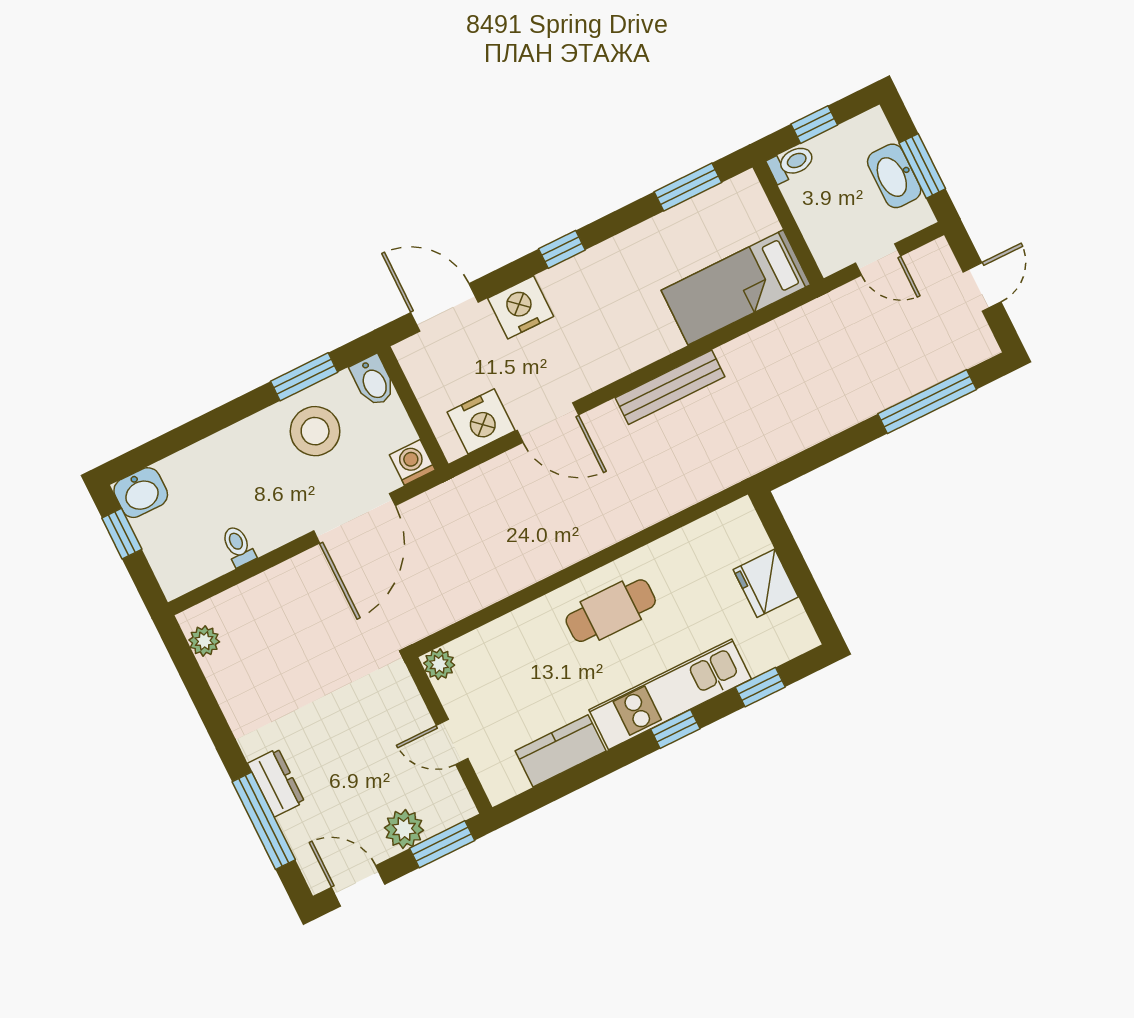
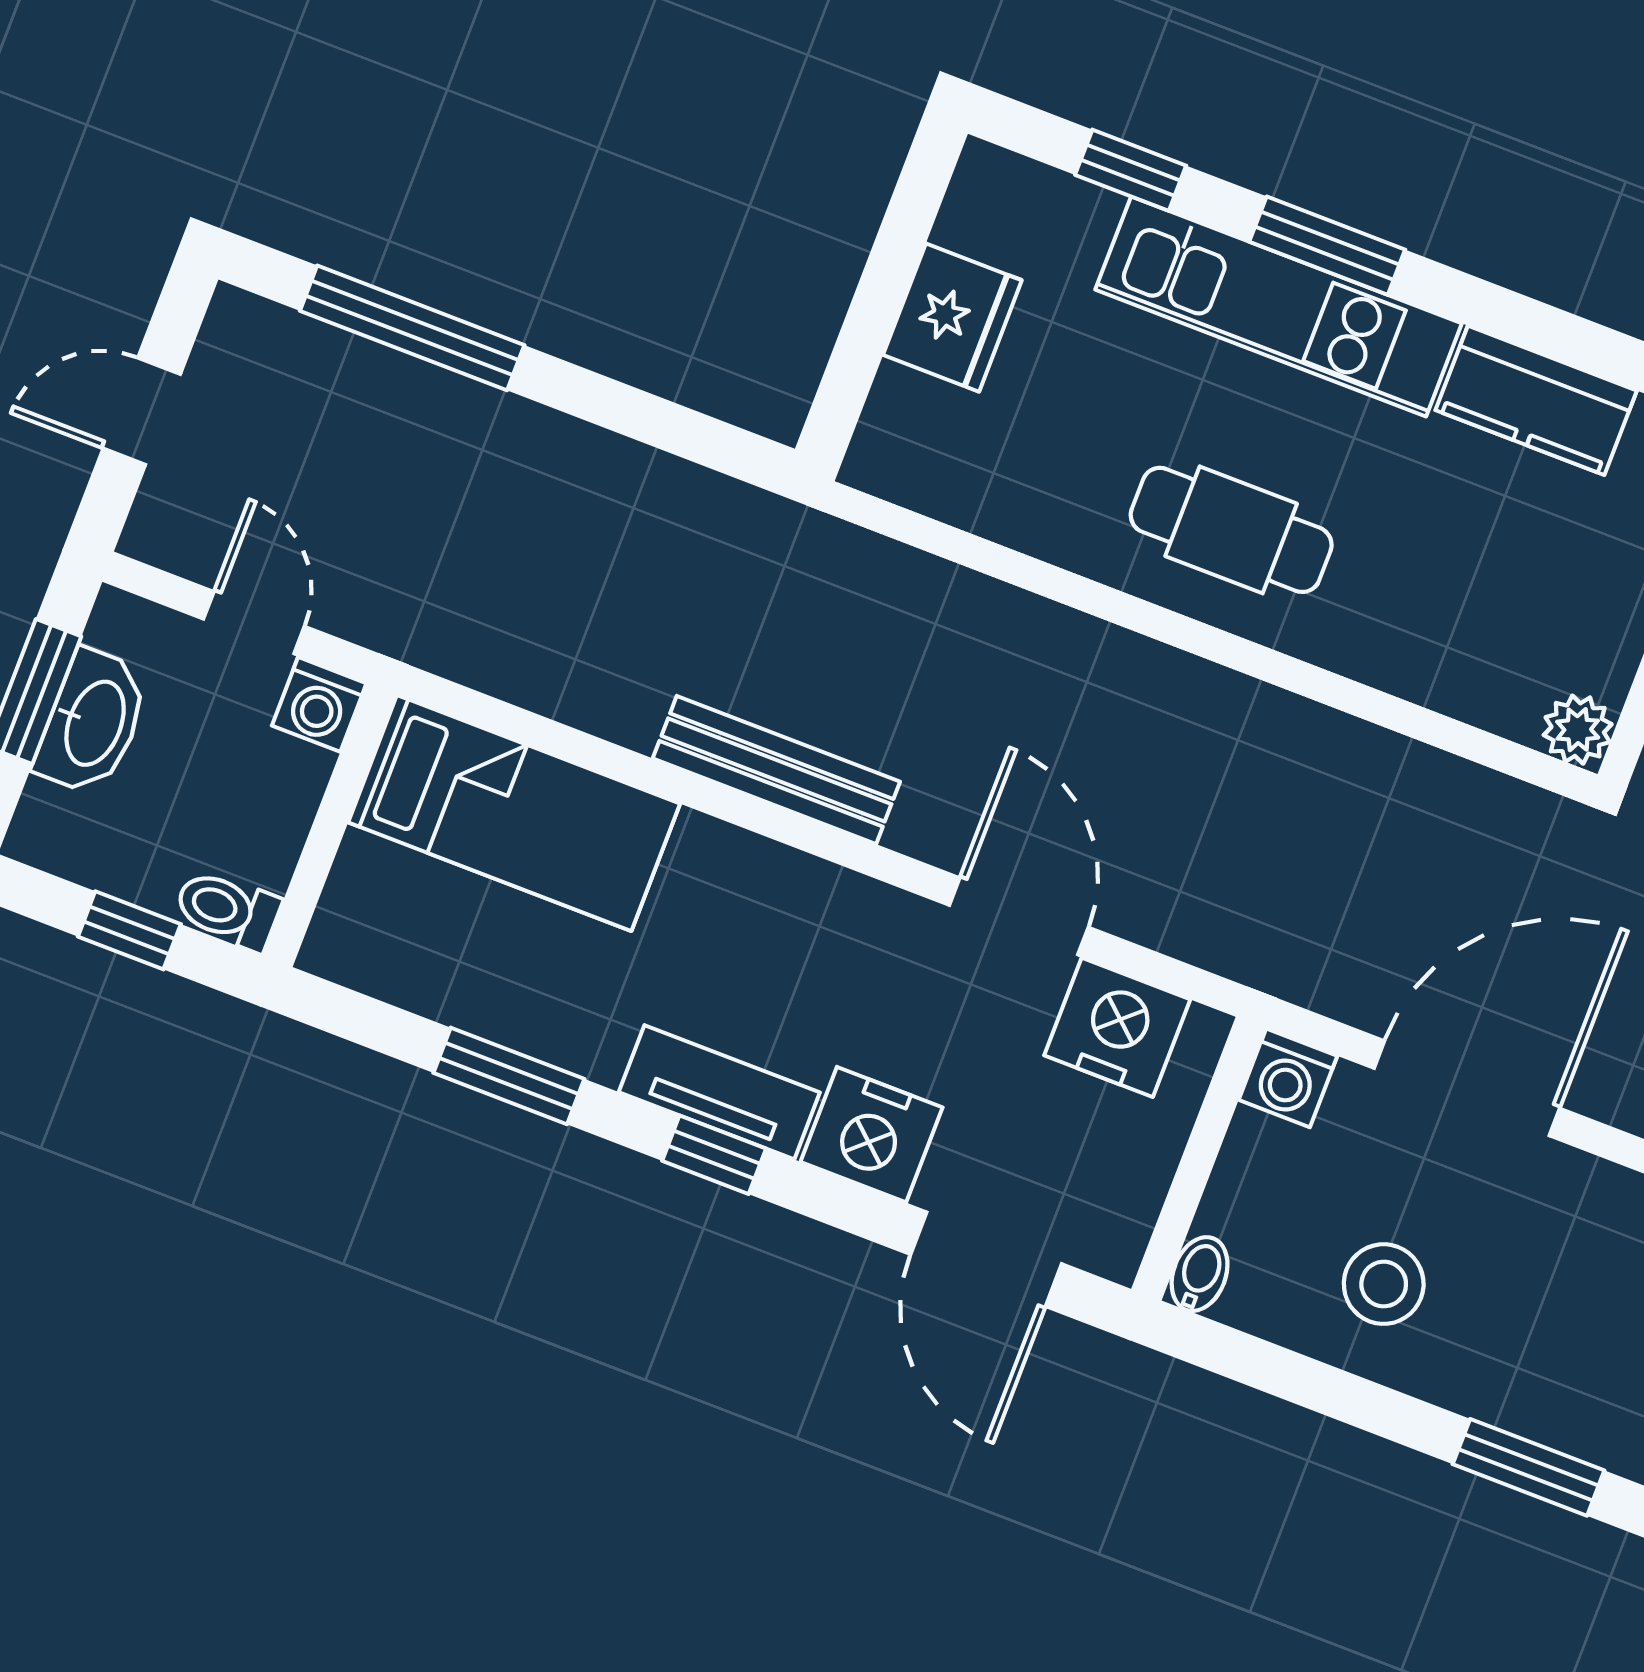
window: (688, 187) -> (509, 1076), moved
washing machine: (831, 256) -> (319, 704), added
tv unit: (581, 270) -> (719, 1092), added
window: (304, 377) -> (1529, 1467), moved
bidet: (373, 381) -> (1200, 1274), width x0.72, depth x0.74
stool: (315, 431) -> (1384, 1284), width x0.73, depth x0.73
window: (675, 729) -> (1327, 246), width x1.50

